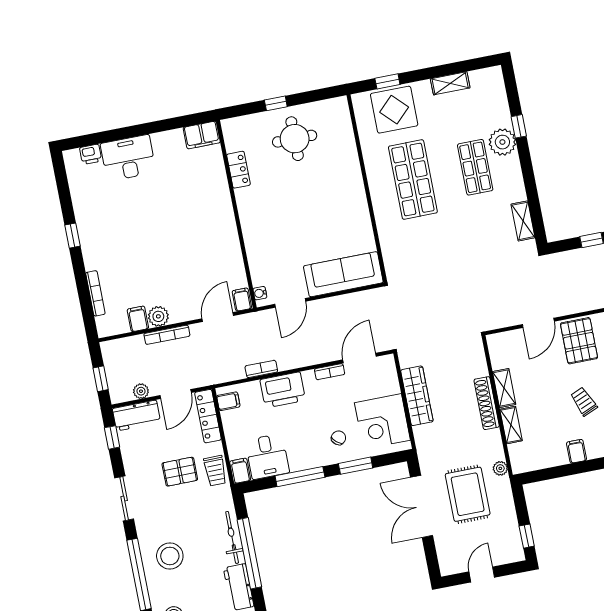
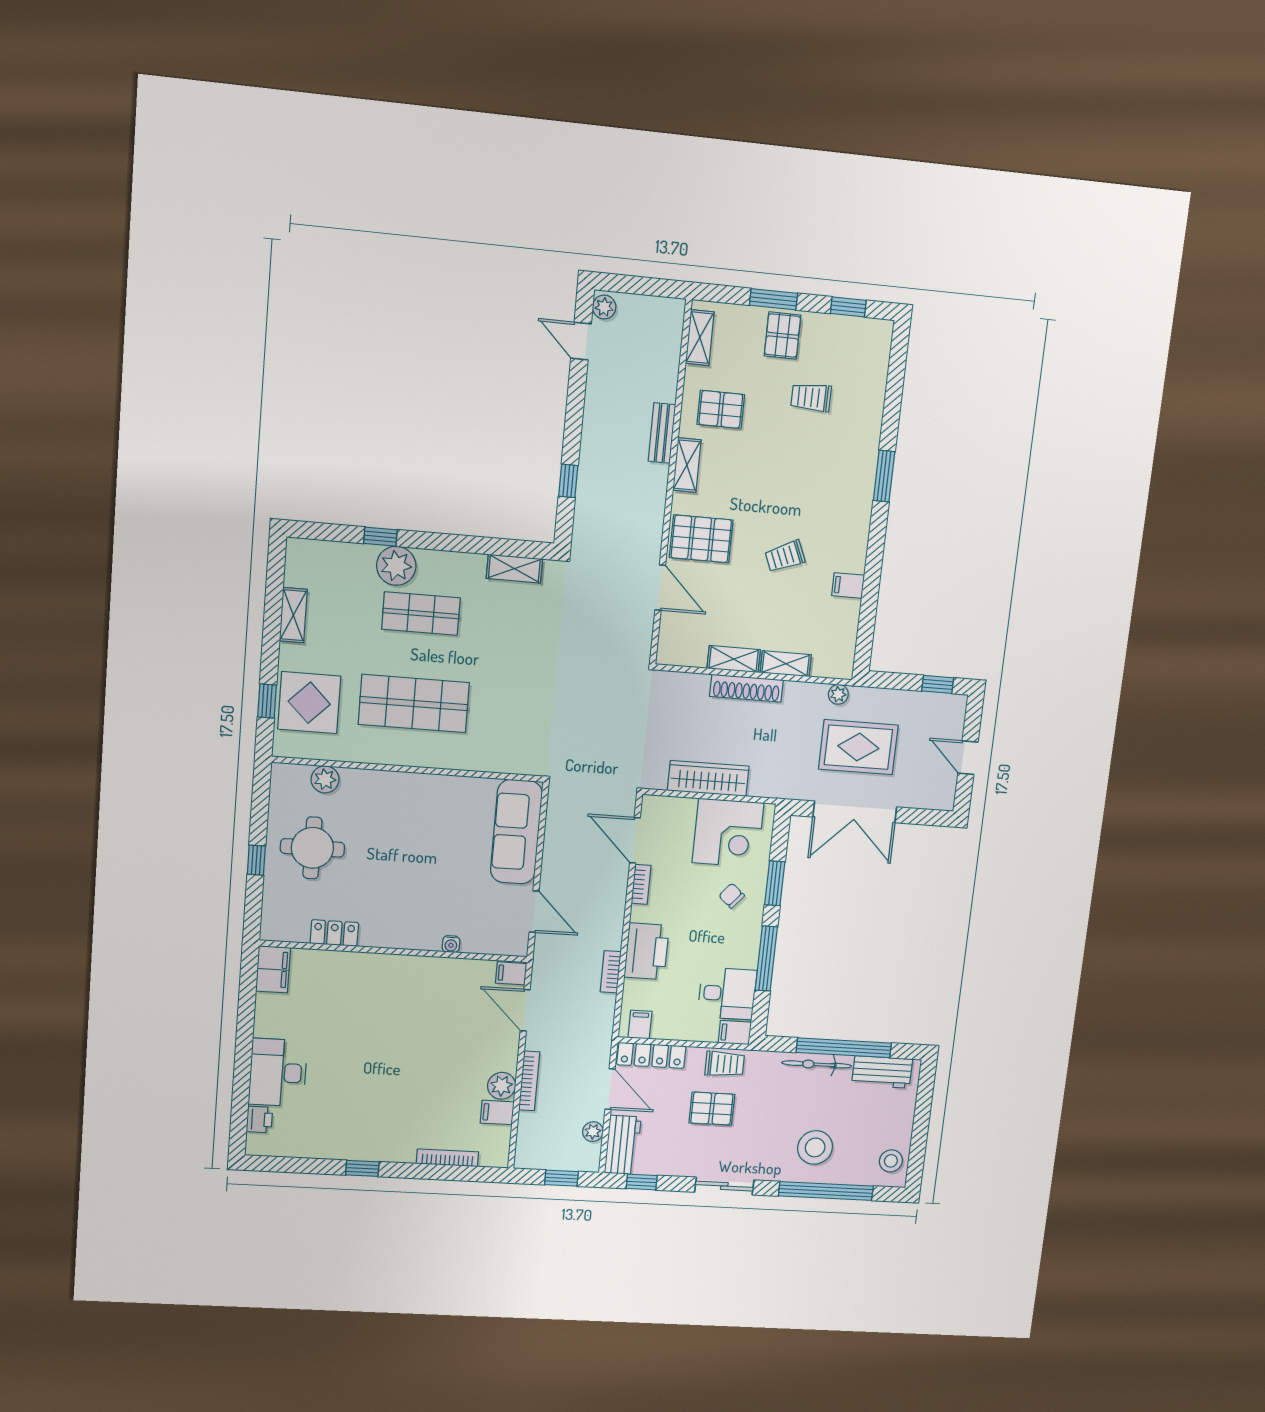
plant: (344, 134) -> (325, 779), added
water cooler: (260, 293) -> (451, 944), moved
pallet: (180, 472) -> (712, 1109), turned 90

